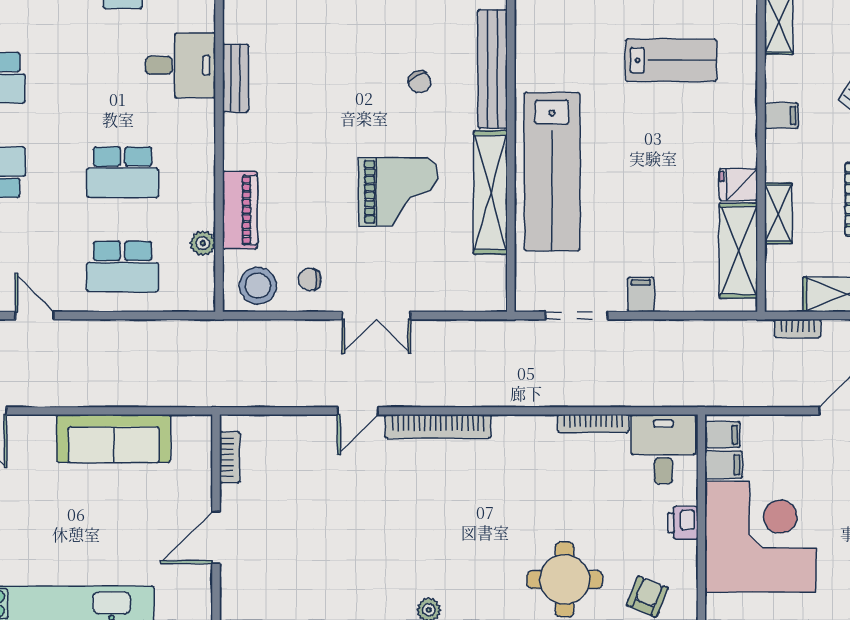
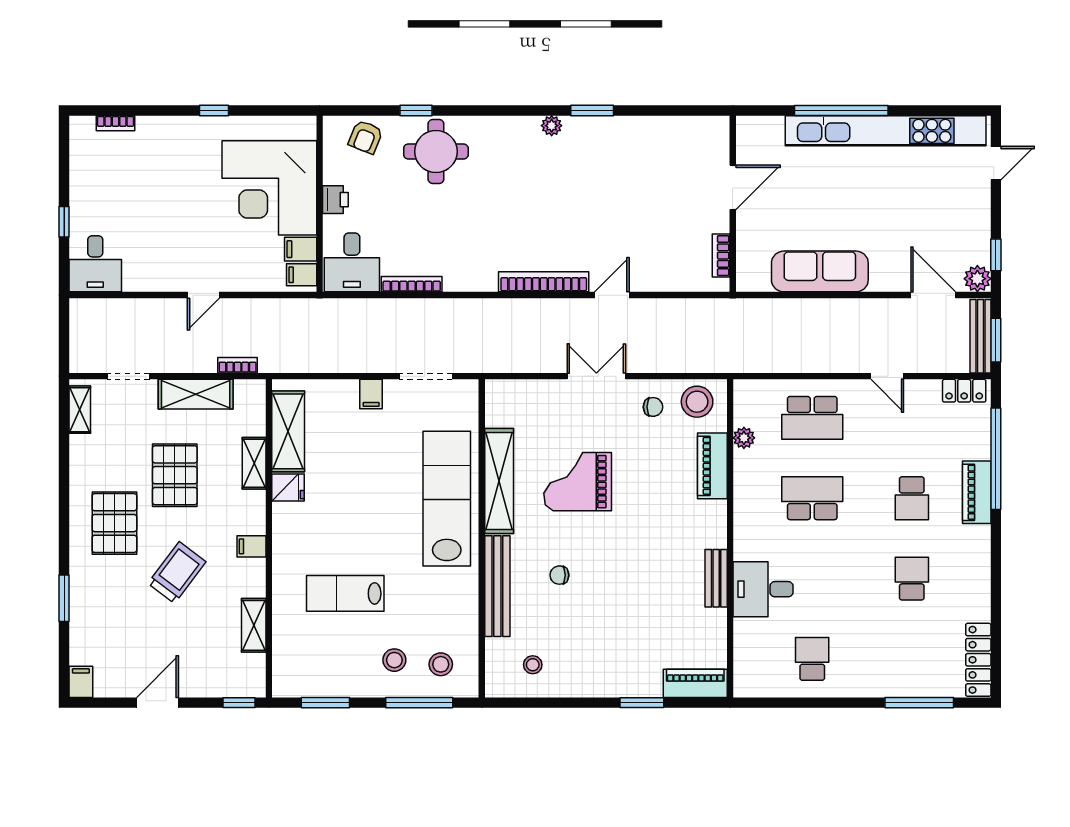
chair: (420, 82) -> (559, 575), turned -61
school desk: (123, 267) -> (812, 418), turned 180

